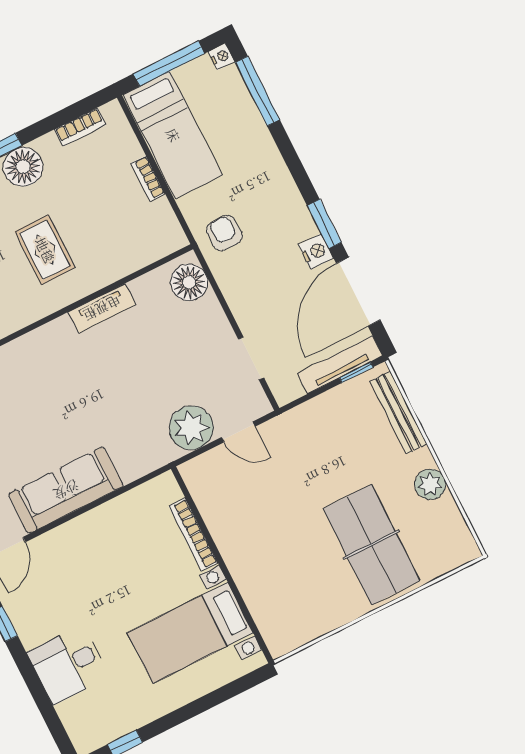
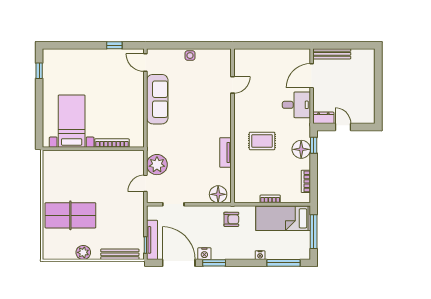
nightstand: (221, 57) -> (260, 255), moved
desk: (68, 665) -> (84, 64), removed

